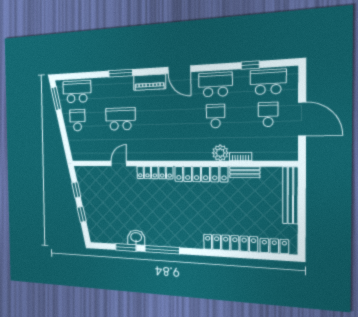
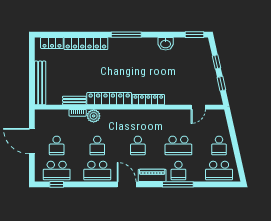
window: (250, 65) -> (57, 184), moved
window: (121, 73) -> (178, 184), width x1.44
school desk: (120, 89) -> (178, 171), added
window: (56, 99) -> (240, 165), removed
school desk: (166, 118) -> (138, 145), added
door: (119, 164) -> (198, 107), moved
window: (126, 247) -> (195, 35), moved
window: (162, 250) -> (126, 35), moved

